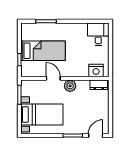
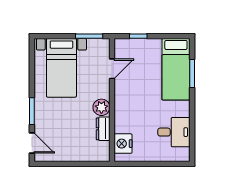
desk: (98, 34) -> (174, 132), moved
bed: (43, 51) -> (176, 69), moved
door: (53, 78) -> (112, 69), moved
dresser: (99, 85) -> (103, 129), moved

